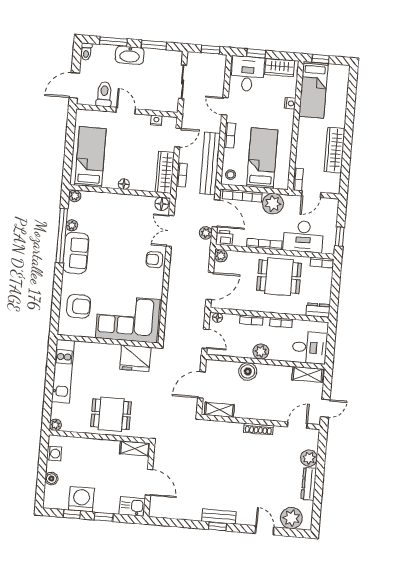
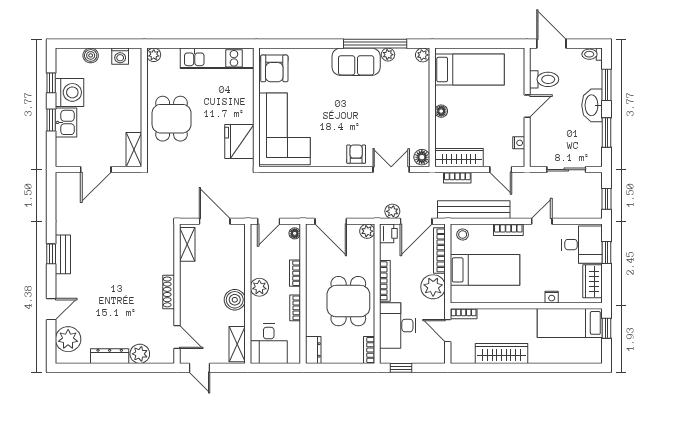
armchair: (78, 306) -> (274, 68), moved
boiler: (248, 371) -> (235, 300), moved
kitchen sink: (132, 506) -> (66, 122), moved

